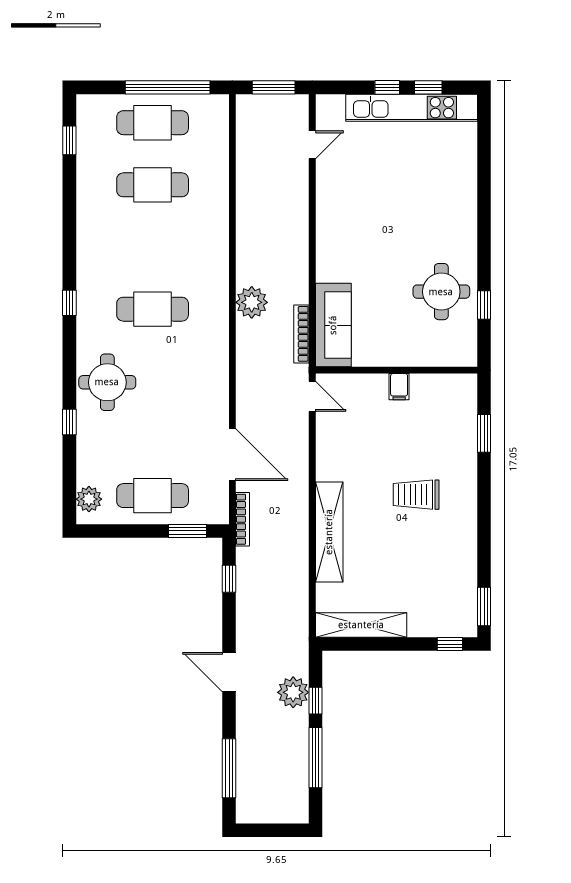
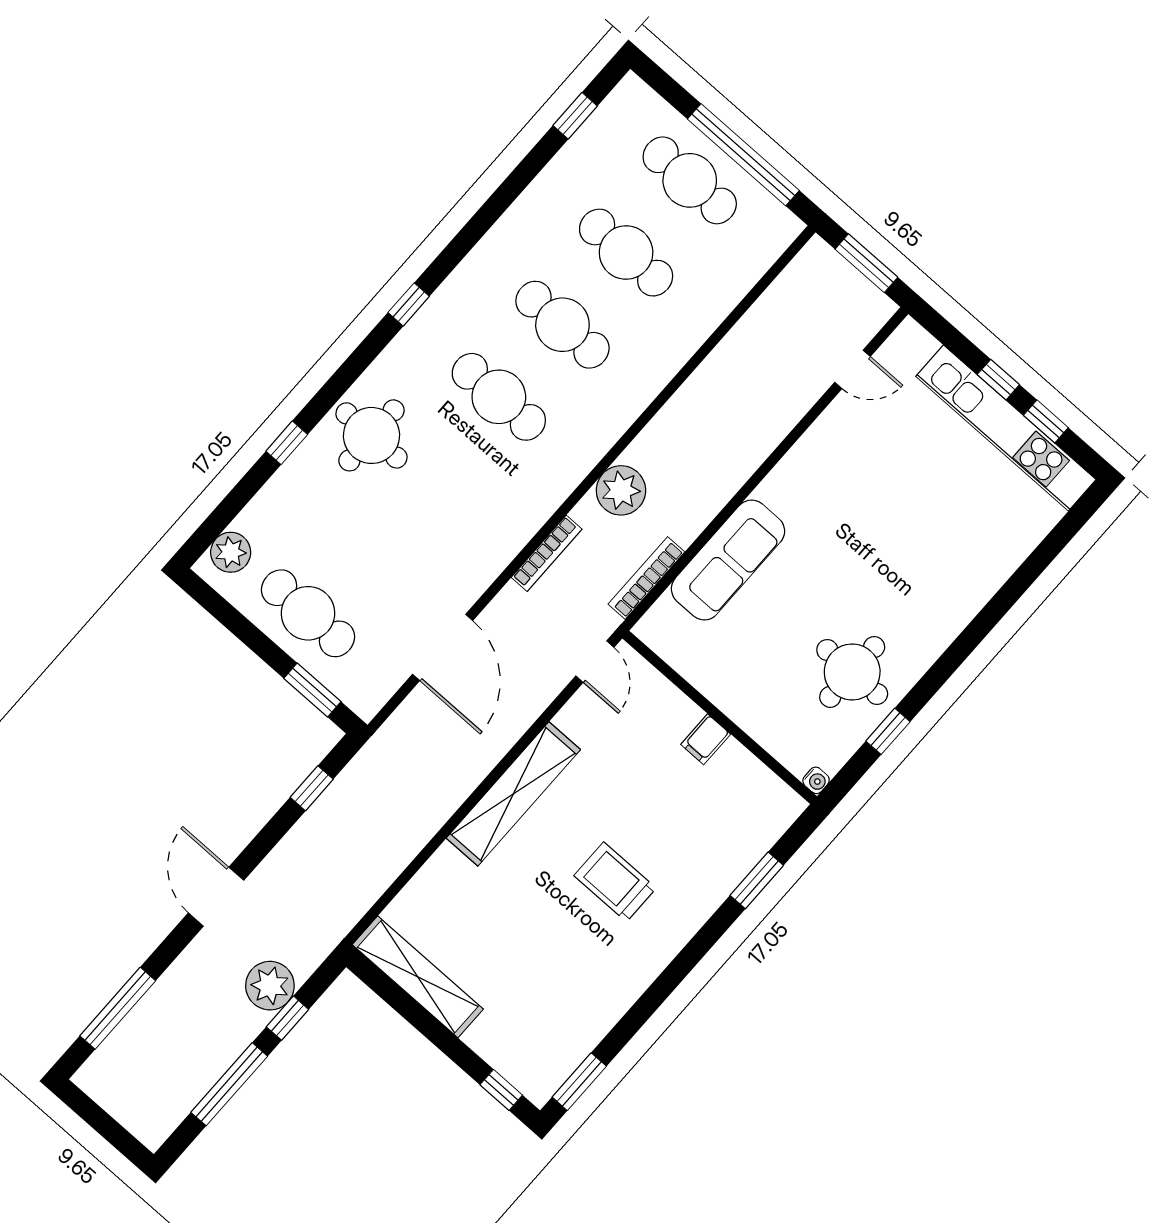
cafe table: (153, 247) -> (562, 325), added
sofa: (333, 325) -> (728, 560), moved
water cooler: (470, 359) -> (816, 780), added
bookcase: (243, 519) -> (547, 553), moved
shelving: (329, 532) -> (513, 794), moved

